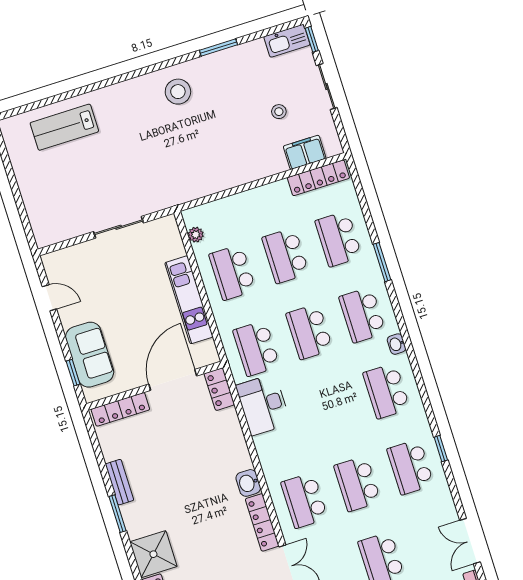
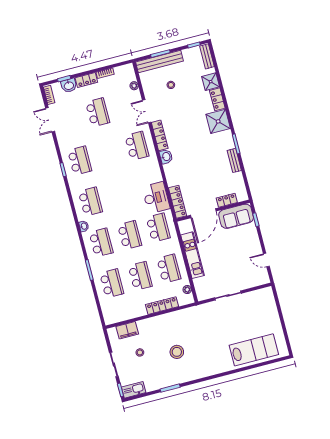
stool: (178, 92) -> (177, 352), moved
lab bench: (64, 127) -> (254, 350), width x1.36, depth x1.39
locker: (318, 178) -> (162, 306), moved
sofa: (90, 355) -> (236, 216), moved, turned -90
locker: (219, 389) -> (177, 202), width x1.53
locker: (120, 409) -> (227, 200), width x0.66
school desk: (357, 484) -> (108, 153), removed
double door: (470, 541) -> (50, 120), swing flipped

